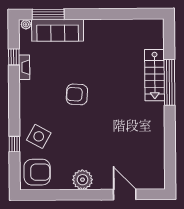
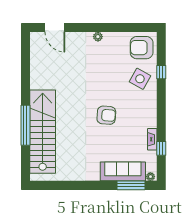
stairs: (155, 75) -> (43, 132), width x1.86, depth x1.51
plant: (83, 180) -> (98, 37), width x0.53, depth x0.53
door: (125, 194) -> (55, 28), moved

